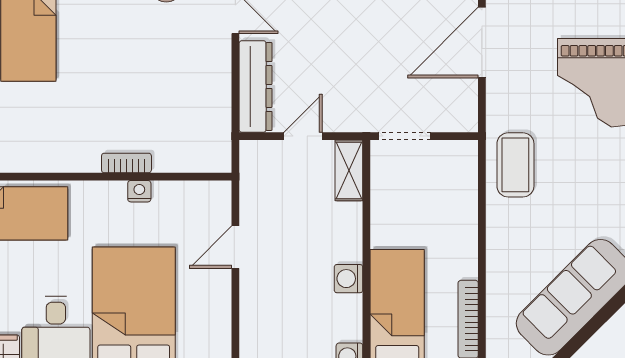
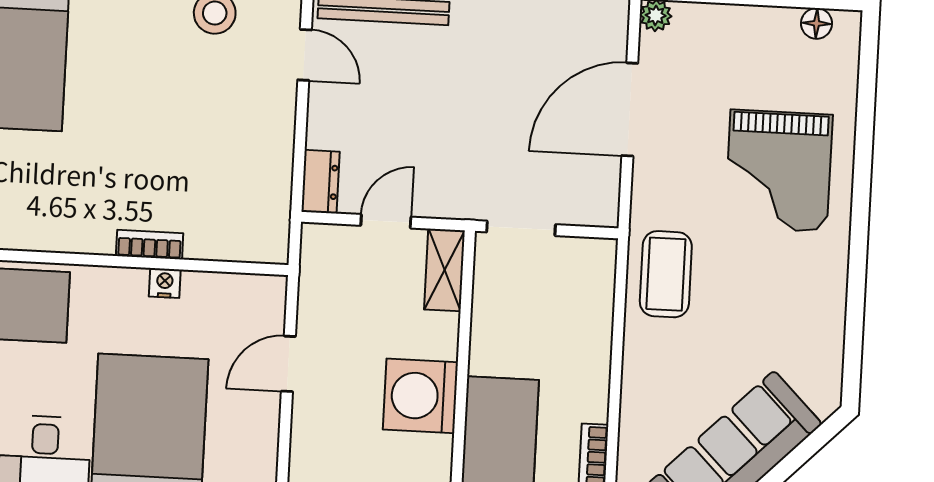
dresser: (256, 86) -> (320, 182), width x0.51, depth x0.80
washing machine: (348, 279) -> (420, 396), width x1.89, depth x1.89

